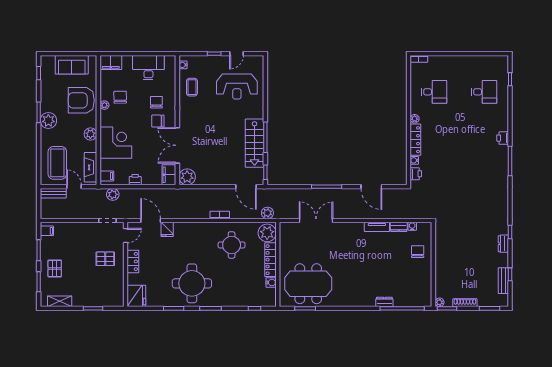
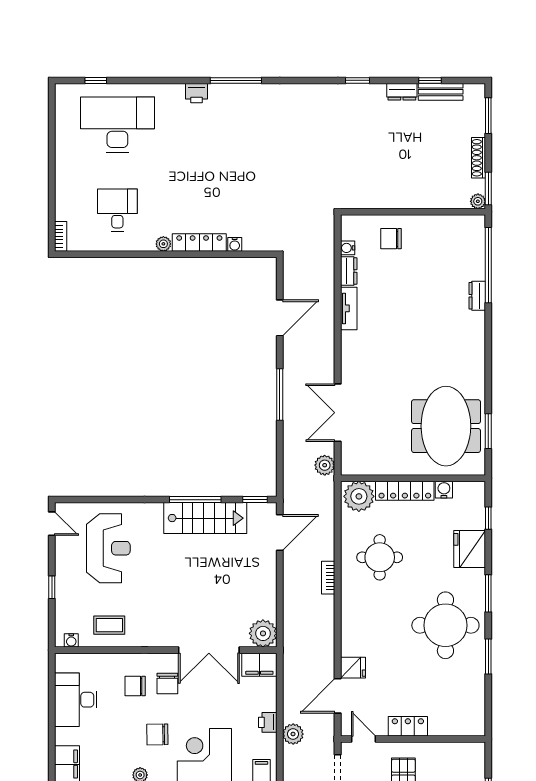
door: (237, 54) -> (52, 524), moved
desk: (484, 92) -> (117, 124), width x1.87, depth x1.30
chair: (120, 97) -> (157, 734), moved
printer: (416, 174) -> (258, 242), removed
plant: (113, 194) -> (293, 734), moved
plant: (267, 213) -> (325, 465), moved
dresser: (503, 244) -> (402, 92), moved
fridge: (136, 296) -> (470, 549), moved, turned -90

